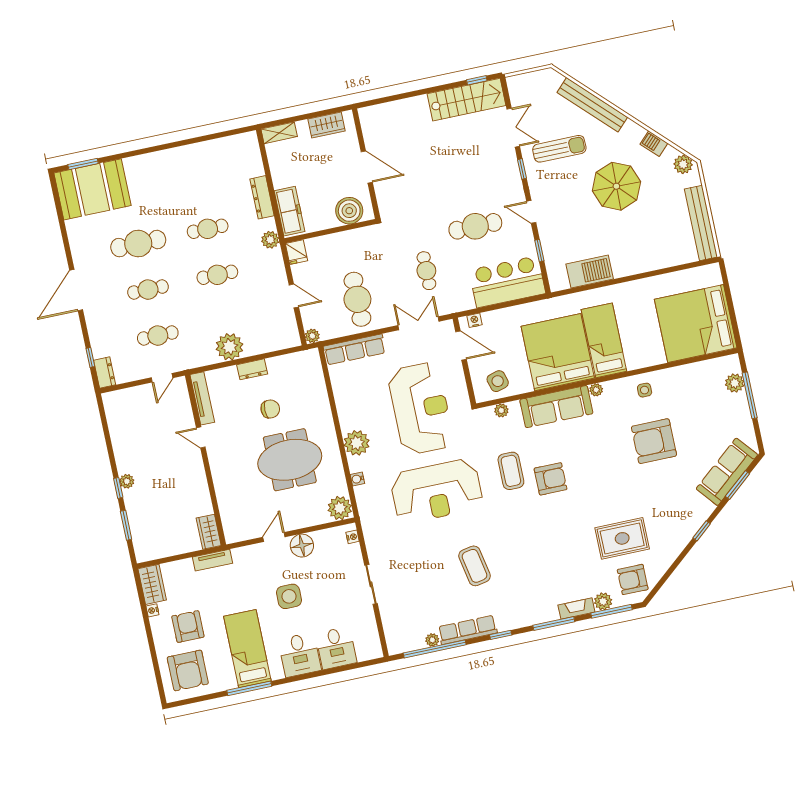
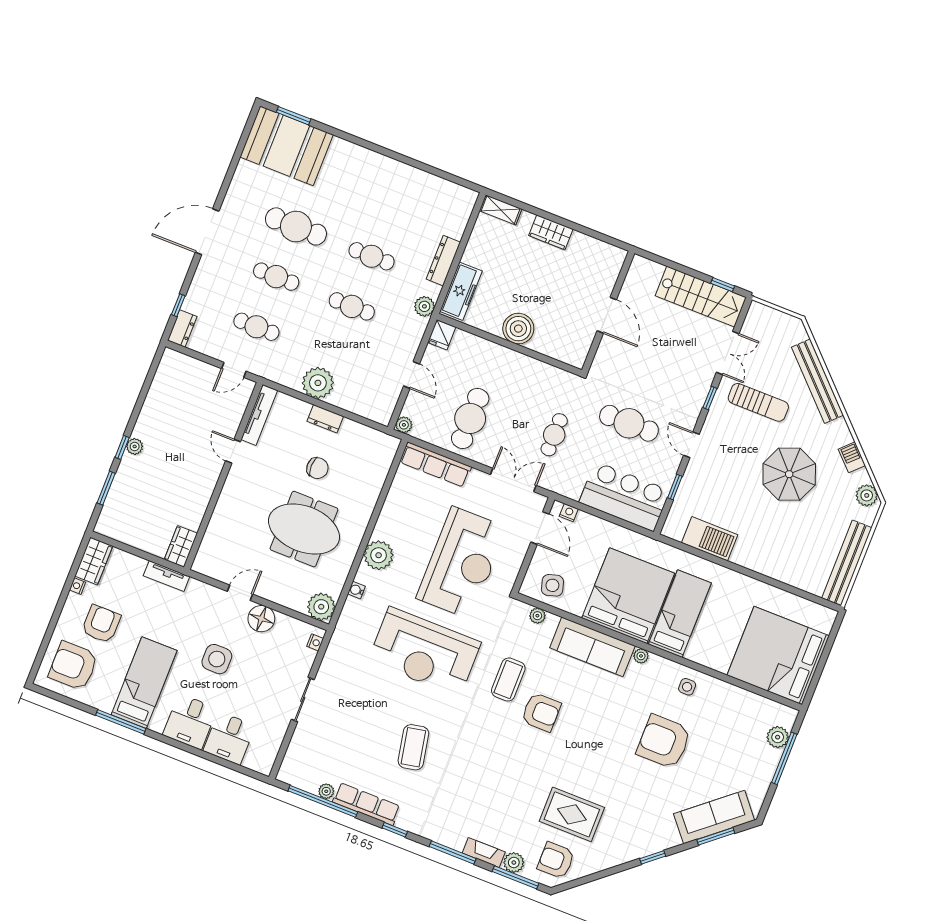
wall: (366, 164) -> (608, 312), moved
door: (367, 167) -> (607, 315), moved
armchair: (188, 670) -> (73, 666), turned 90

